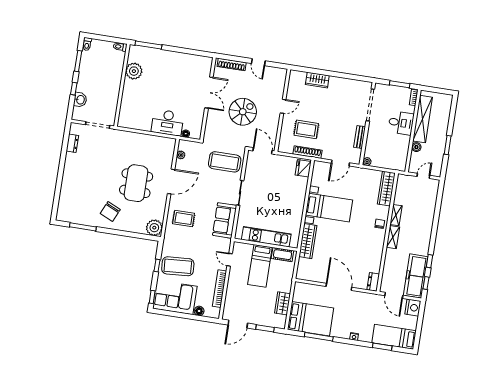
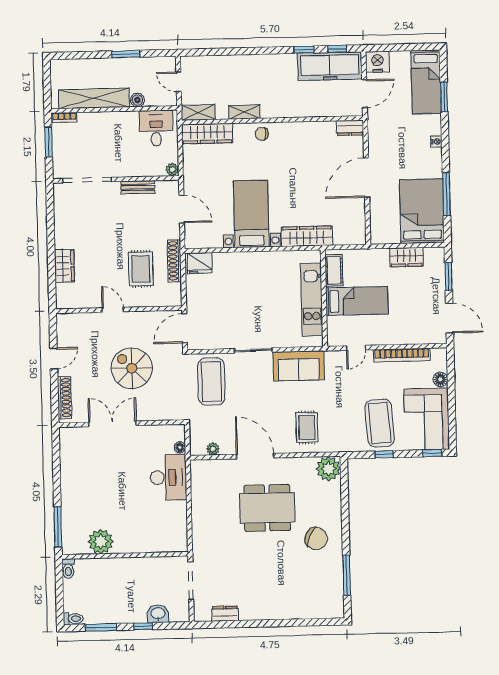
desk: (401, 123) -> (156, 128), moved
shelving: (393, 237) -> (198, 112), moved

